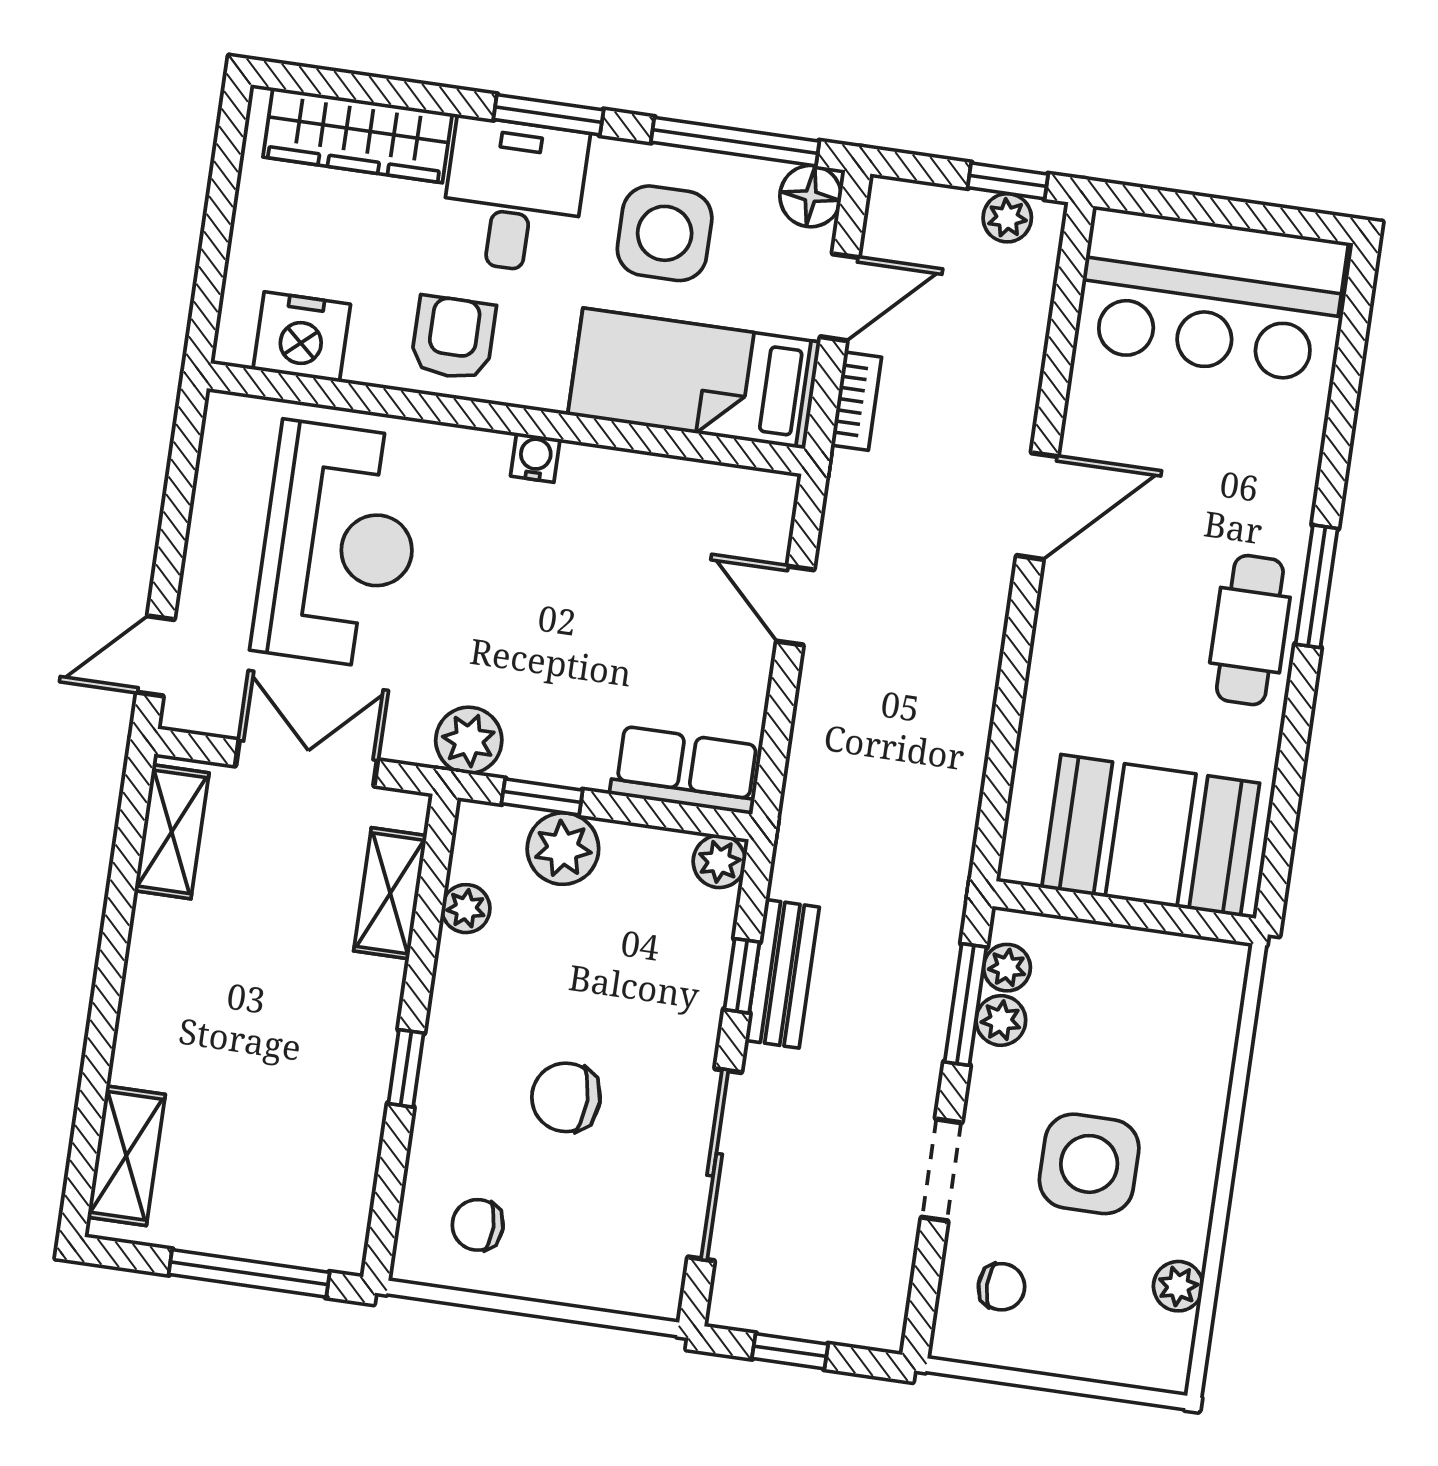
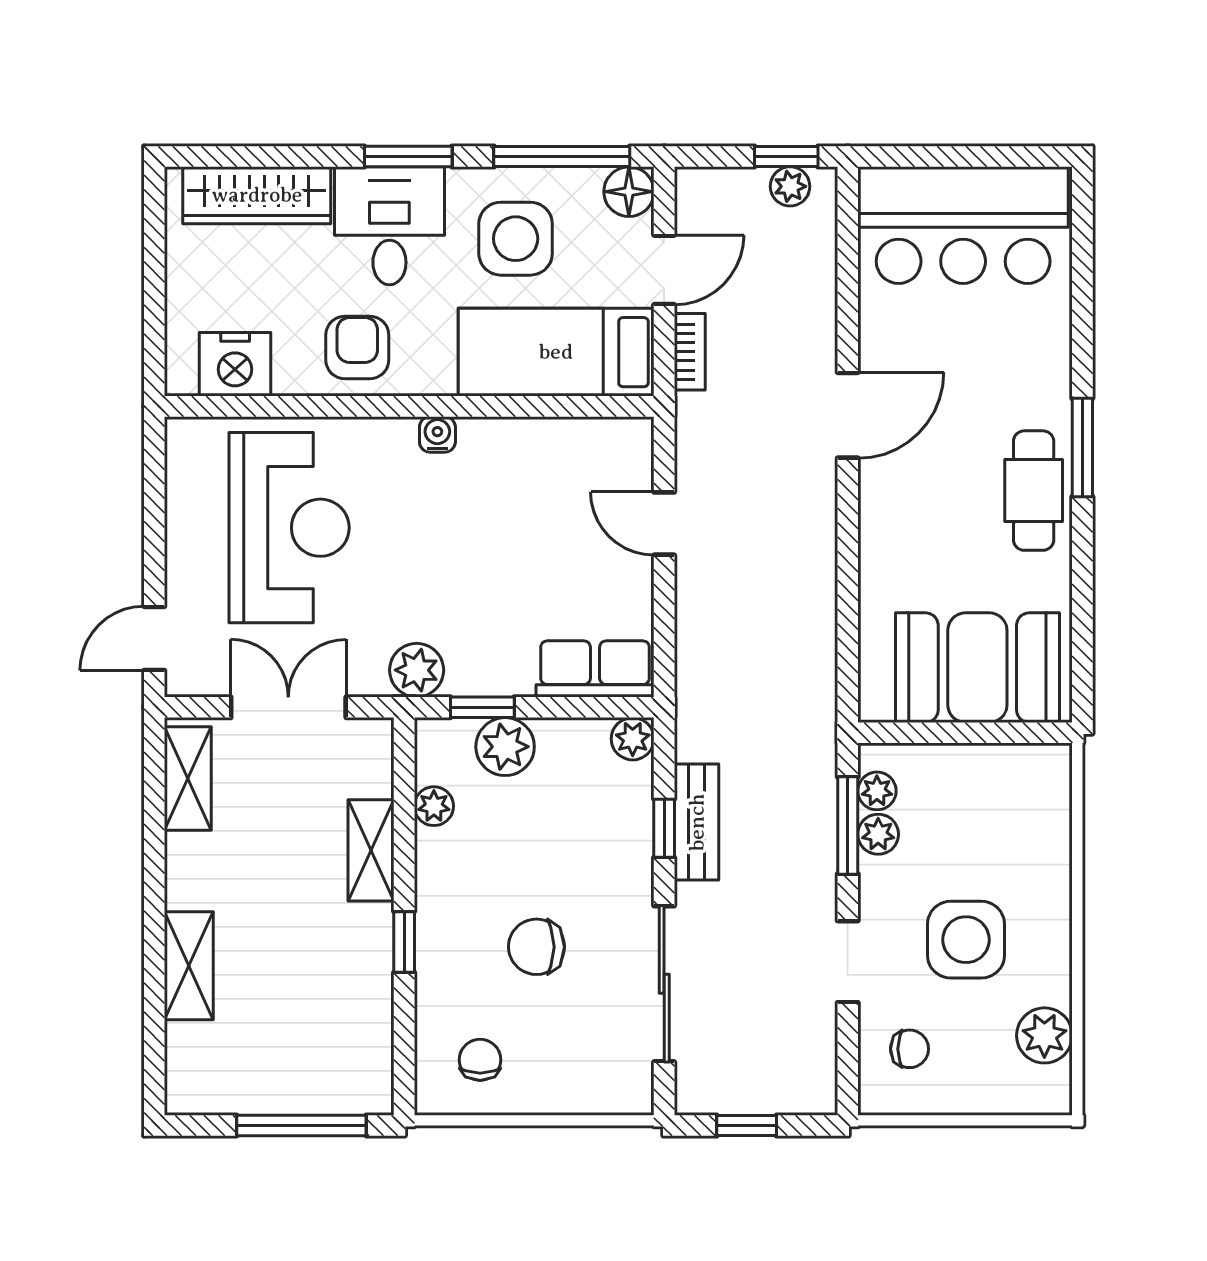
shelving: (390, 893) -> (371, 850), moved
shelving: (126, 1156) -> (189, 966), moved
chair: (478, 1225) -> (480, 1060), turned 90
plant: (1178, 1286) -> (1044, 1035), width x1.38, depth x1.38

